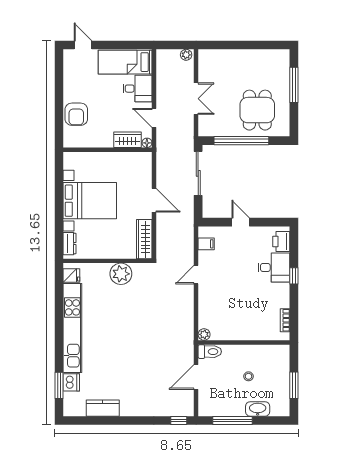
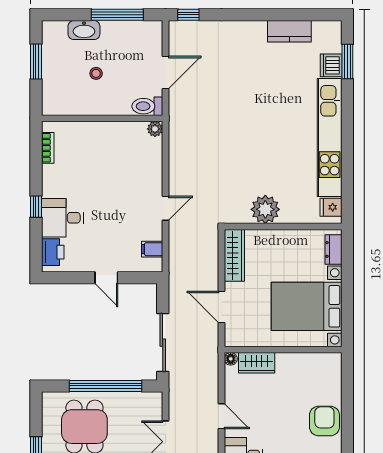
wardrobe: (127, 140) -> (257, 363), moved
floor lamp: (147, 143) -> (231, 359), moved
wall: (107, 150) -> (283, 350), moved

